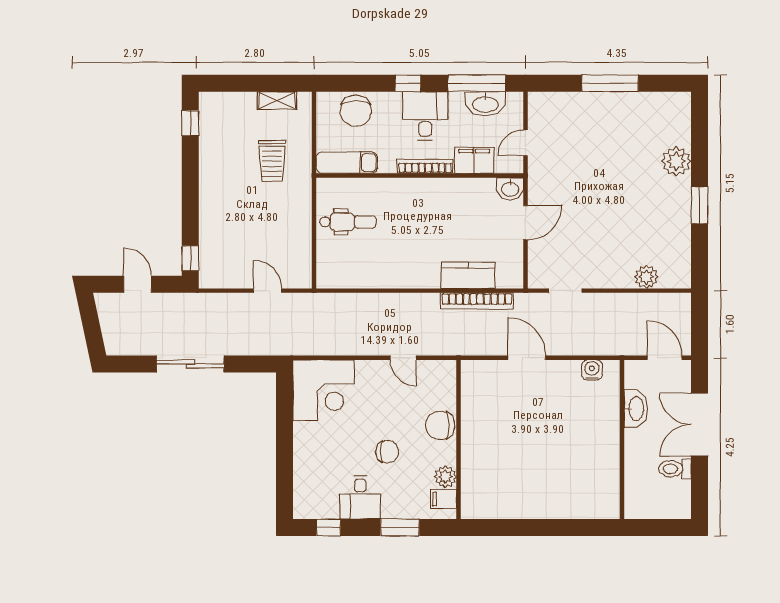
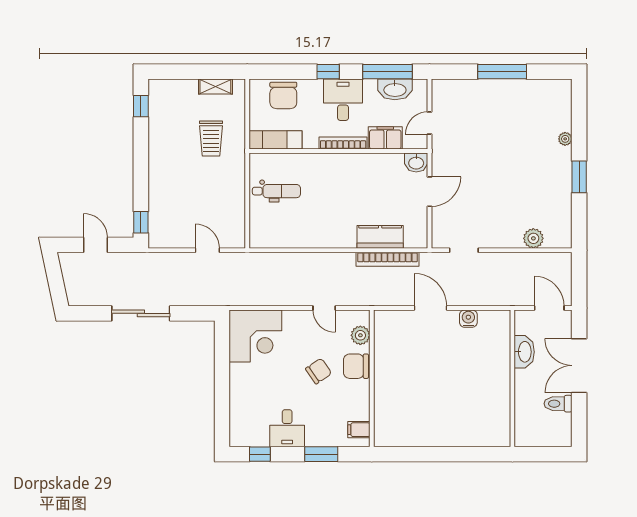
plant: (676, 161) -> (565, 139), width x0.53, depth x0.53
water cooler: (592, 370) -> (468, 319), moved
chair: (387, 452) -> (319, 371), moved, turned -34
plant: (445, 477) -> (360, 335), moved

